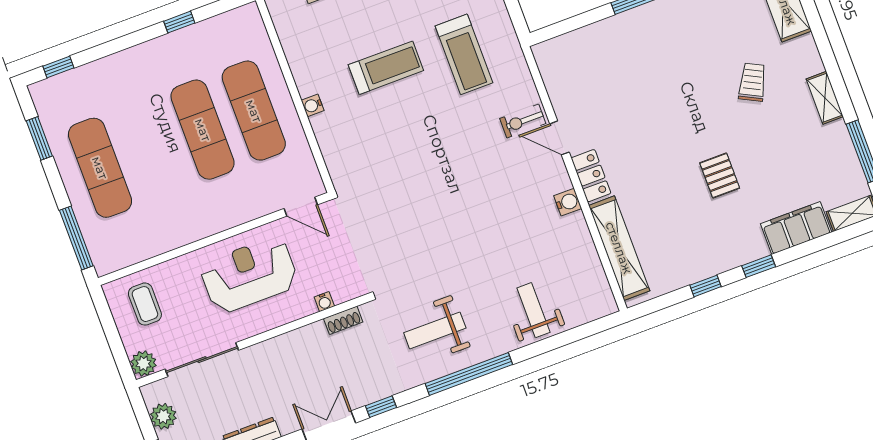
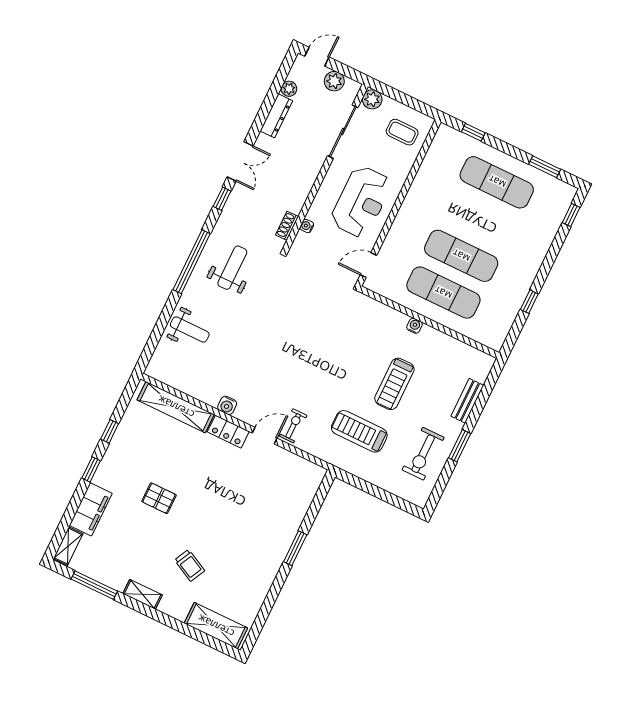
window: (76, 238) -> (473, 132), width x0.46

